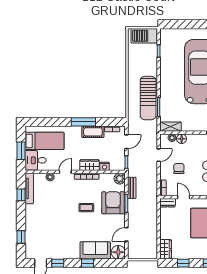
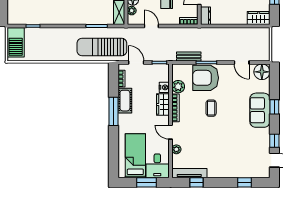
sun lounger: (148, 98) -> (102, 47), moved, turned 180
plant: (120, 179) -> (178, 87), moved
sofa: (95, 250) -> (260, 110), moved

